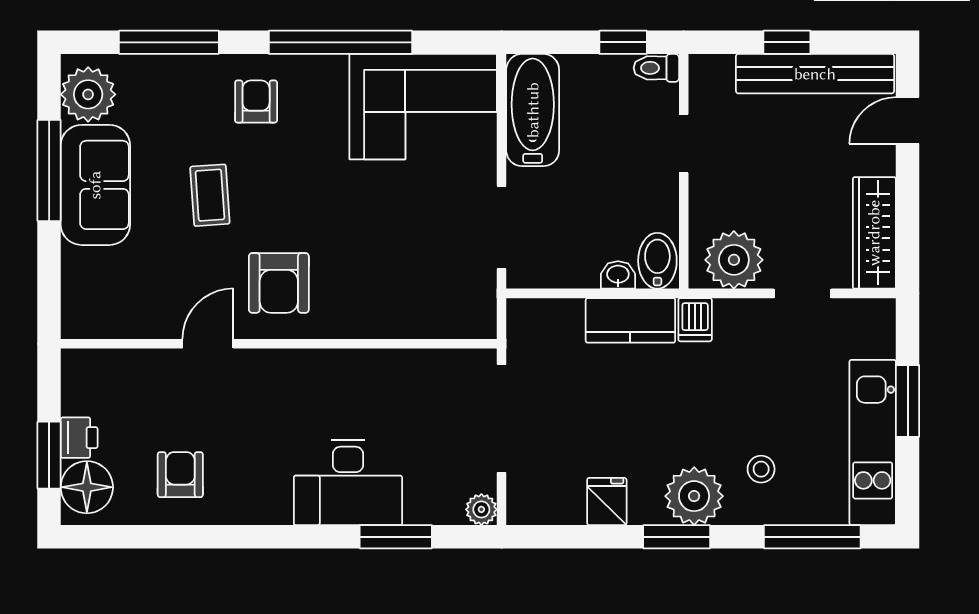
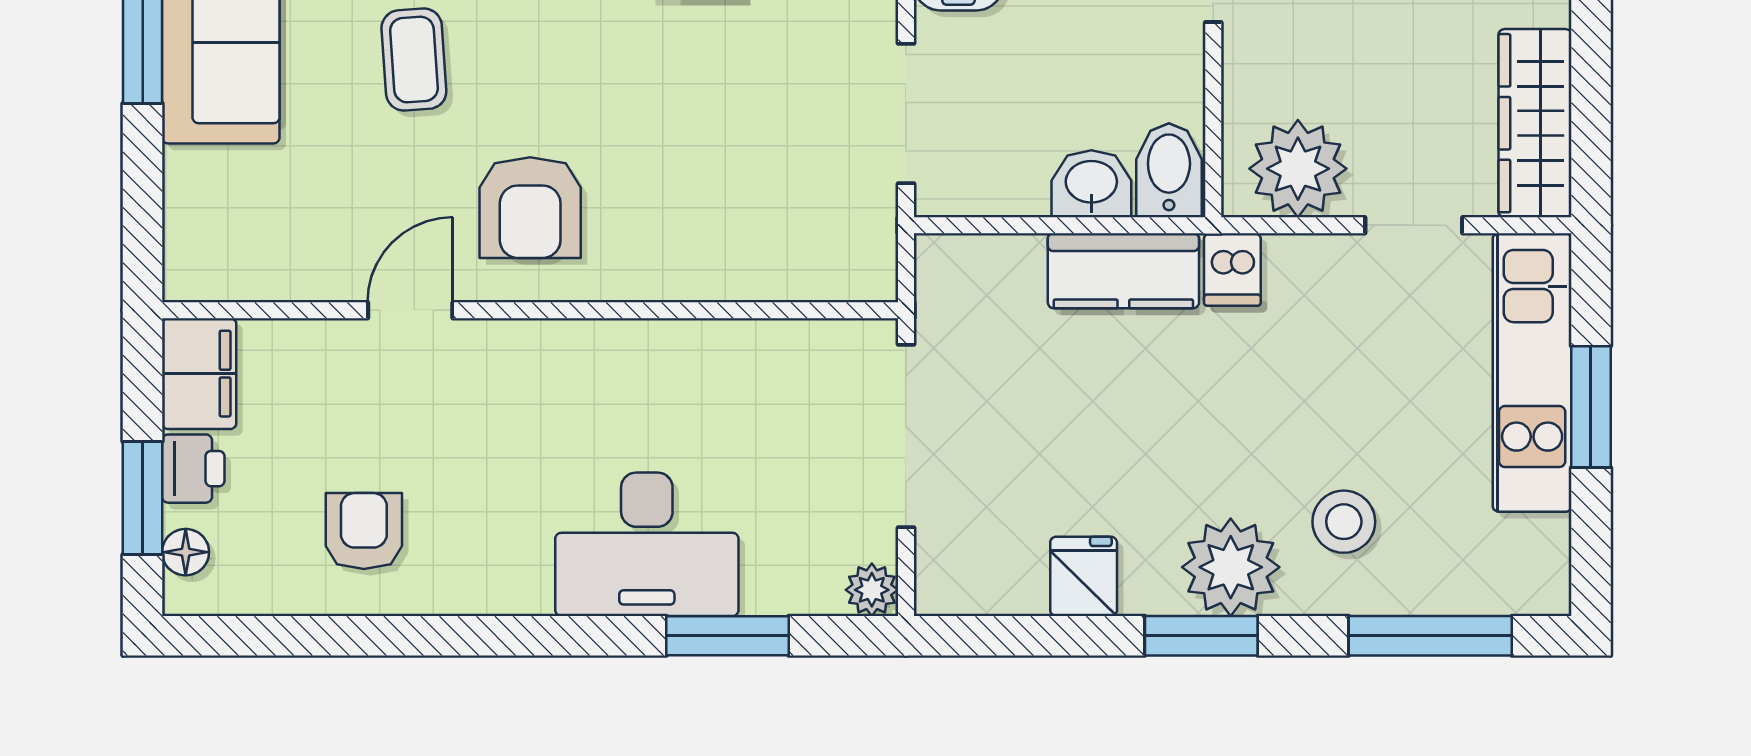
washbasin: (618, 275) -> (1091, 184), width x1.38, depth x1.45
filing cabinet: (83, 381) -> (199, 374), added
kitchen unit: (873, 442) -> (1532, 372), moved
stool: (761, 469) -> (1344, 522), width x1.37, depth x1.37
floor lamp: (87, 487) -> (186, 552), width x0.53, depth x0.53

